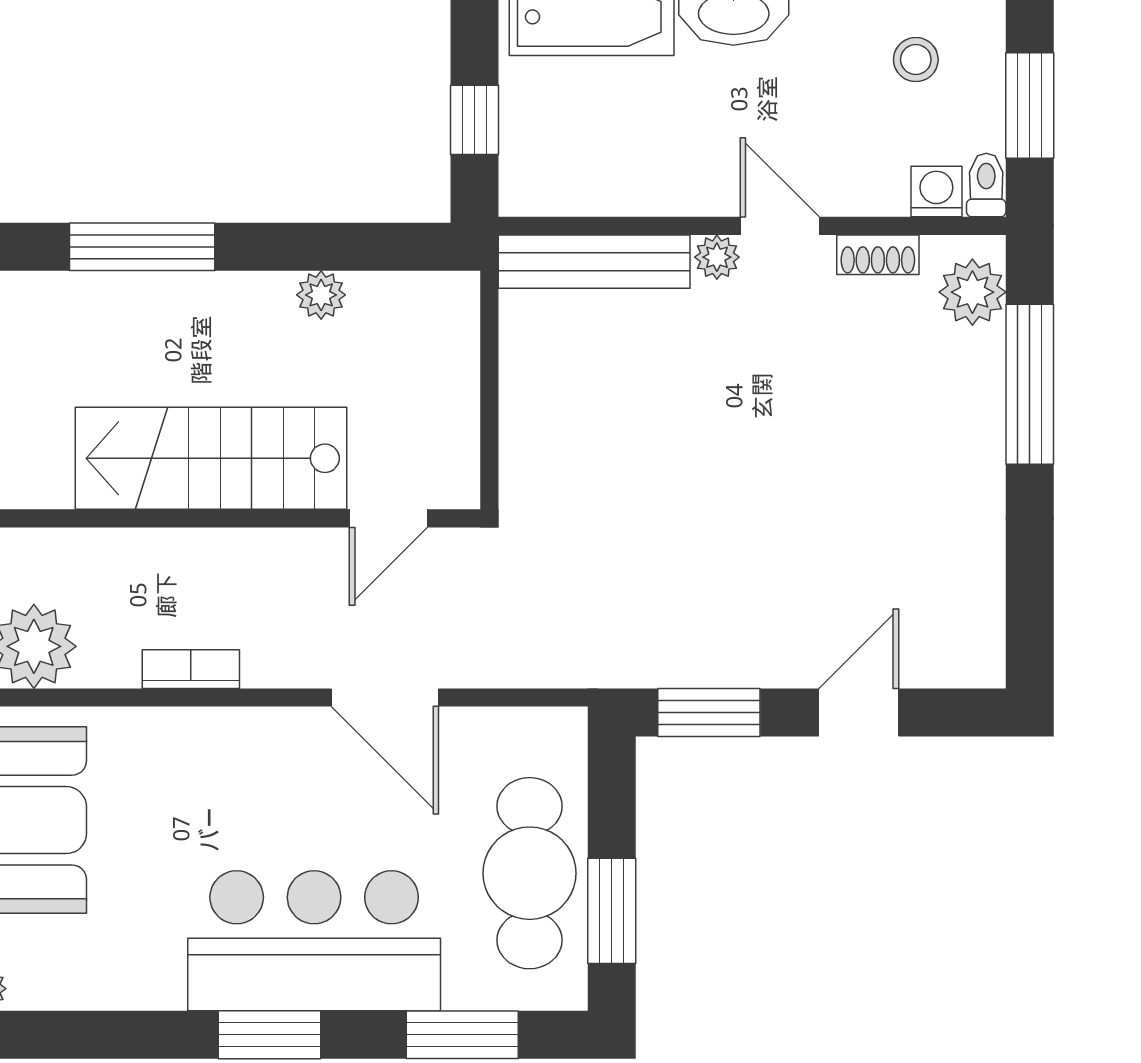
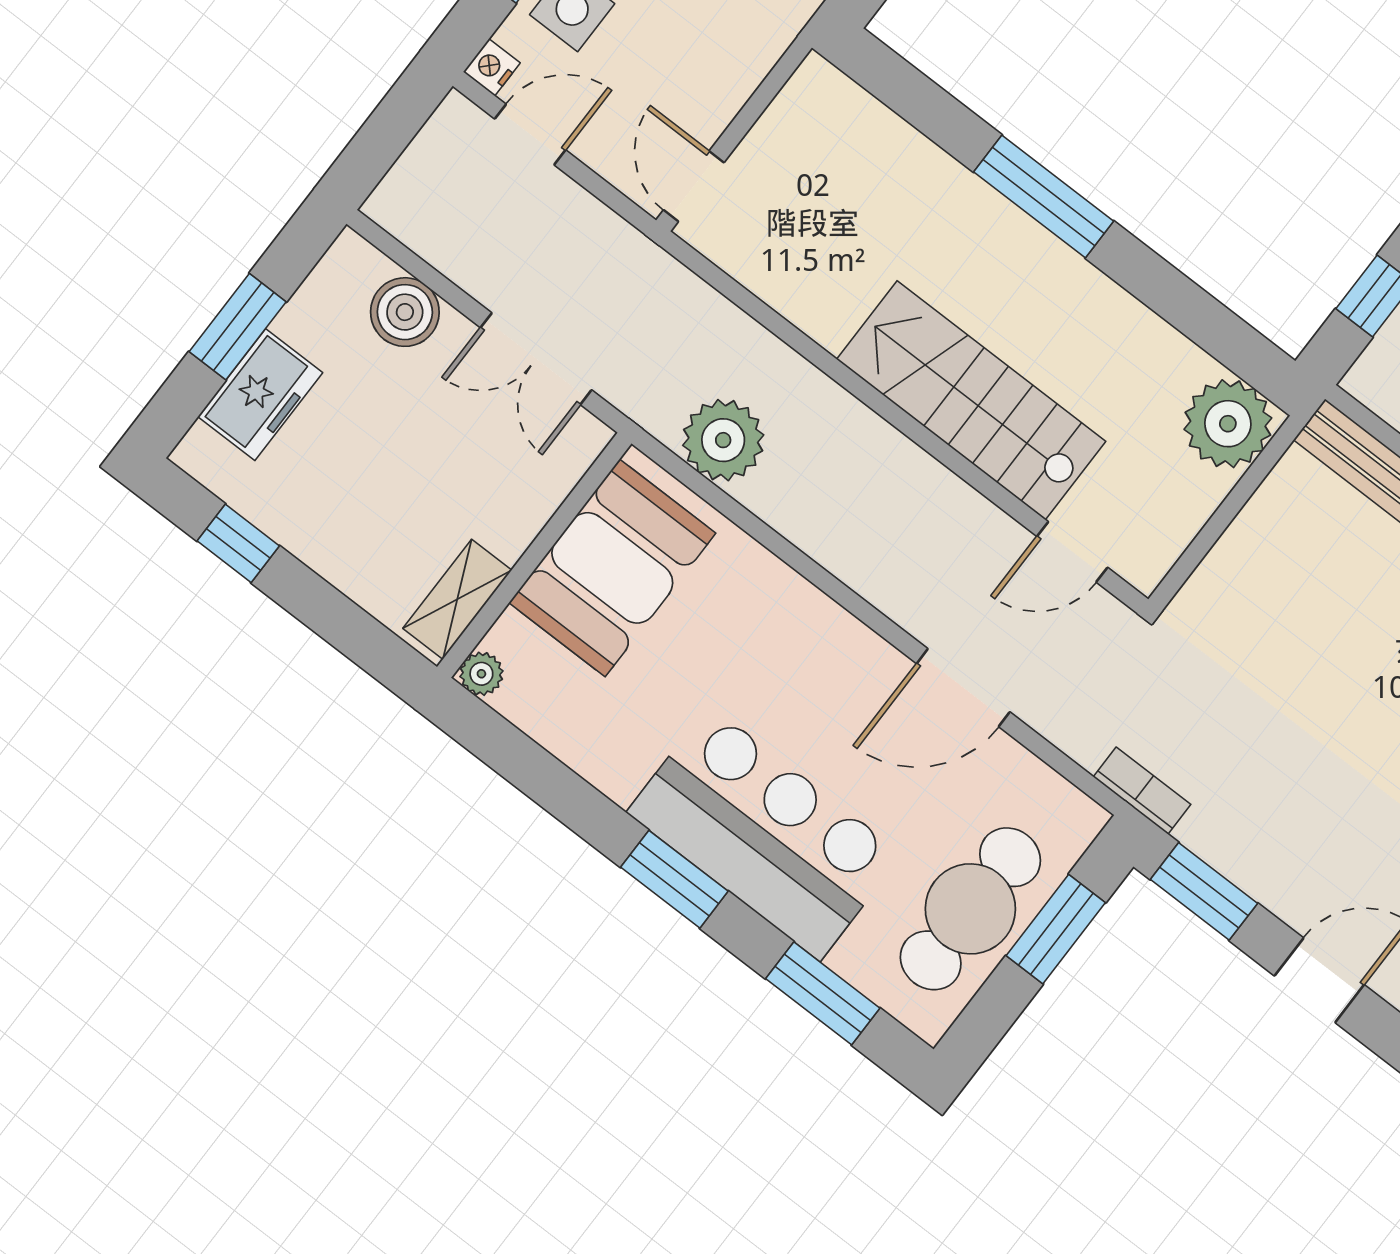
plant: (321, 295) -> (1228, 424), moved, width x1.88, depth x1.88
bookcase: (191, 669) -> (1142, 791), moved
door: (385, 698) -> (963, 688), hinge flipped
window: (612, 911) -> (1056, 929), moved

